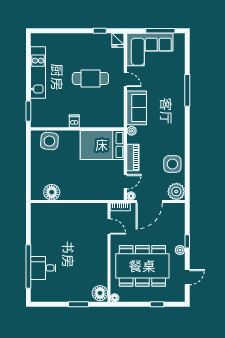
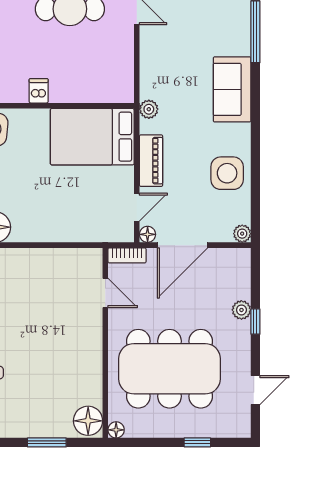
sofa: (137, 108) -> (232, 89), moved, turned 180
plant: (176, 192) -> (242, 234), width x0.53, depth x0.53
plant: (180, 250) -> (241, 310), moved

